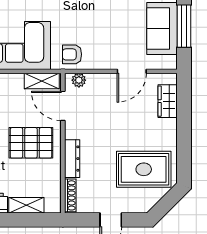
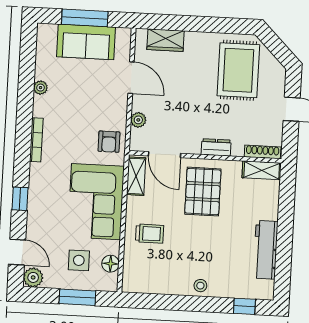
plant: (79, 80) -> (138, 120), moved
door: (63, 106) -> (165, 155), hinge flipped
dresser: (72, 159) -> (216, 147), width x0.70
shelving: (26, 205) -> (262, 170), moved, turned 90

